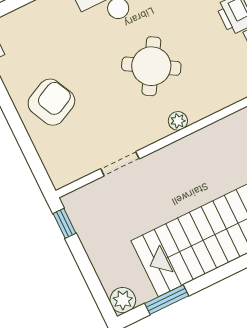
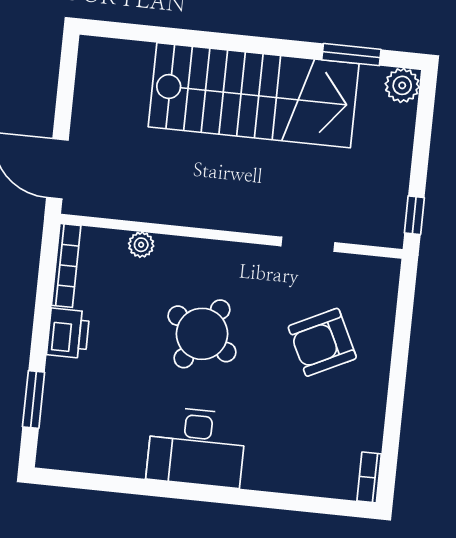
armchair: (51, 102) -> (322, 342), moved
plant: (178, 121) -> (141, 245), moved

